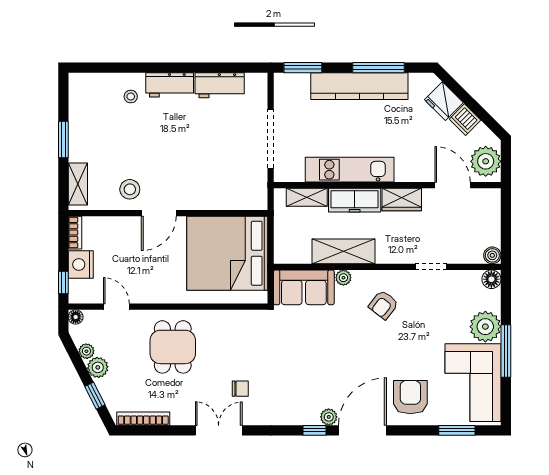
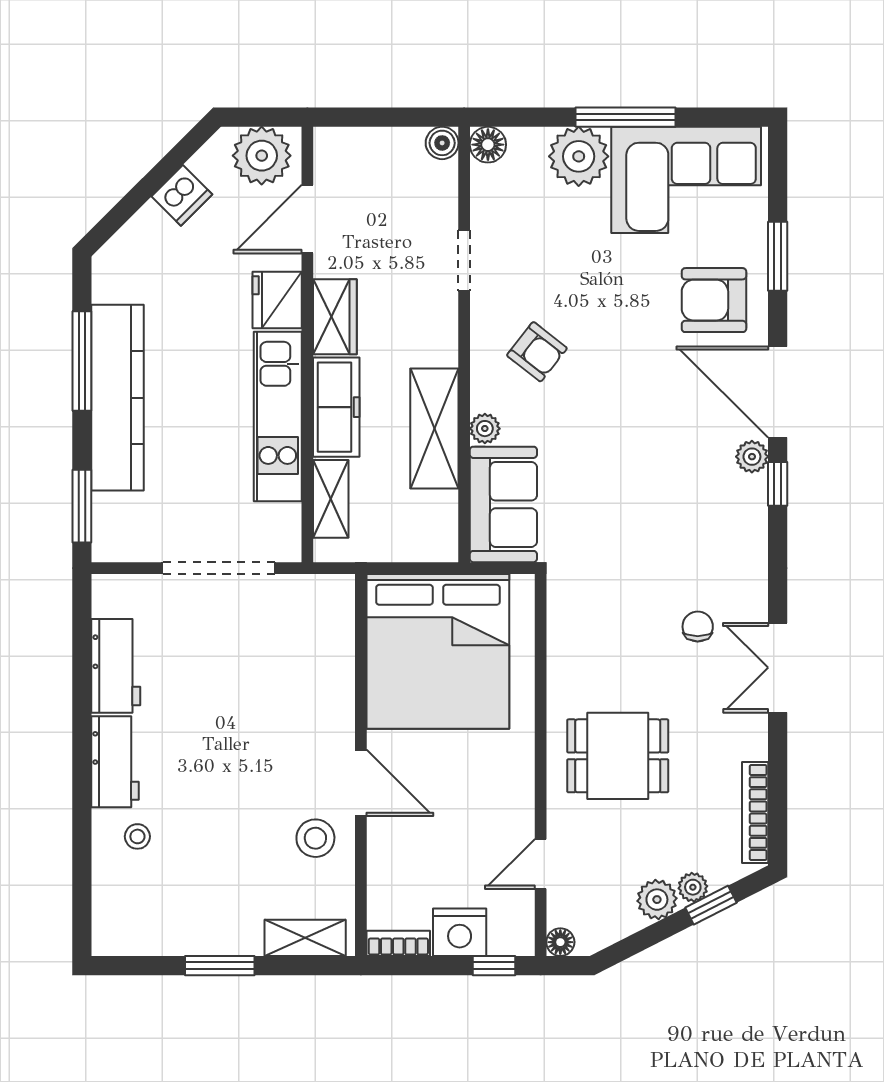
fridge: (444, 101) -> (277, 300), moved, turned 135
plant: (86, 351) -> (693, 887), moved
window: (457, 430) -> (778, 256), moved

